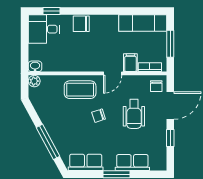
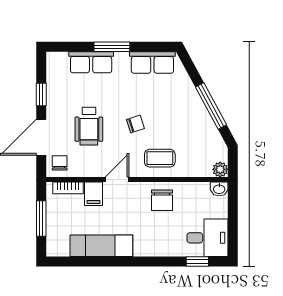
exam couch: (143, 23) -> (101, 246), moved
chair: (81, 24) -> (162, 200), moved, turned 90
coffee table: (80, 90) -> (160, 158), width x0.73, depth x0.77
wheelchair: (134, 114) -> (89, 126), turned 180
window: (48, 142) -> (211, 106), moved

